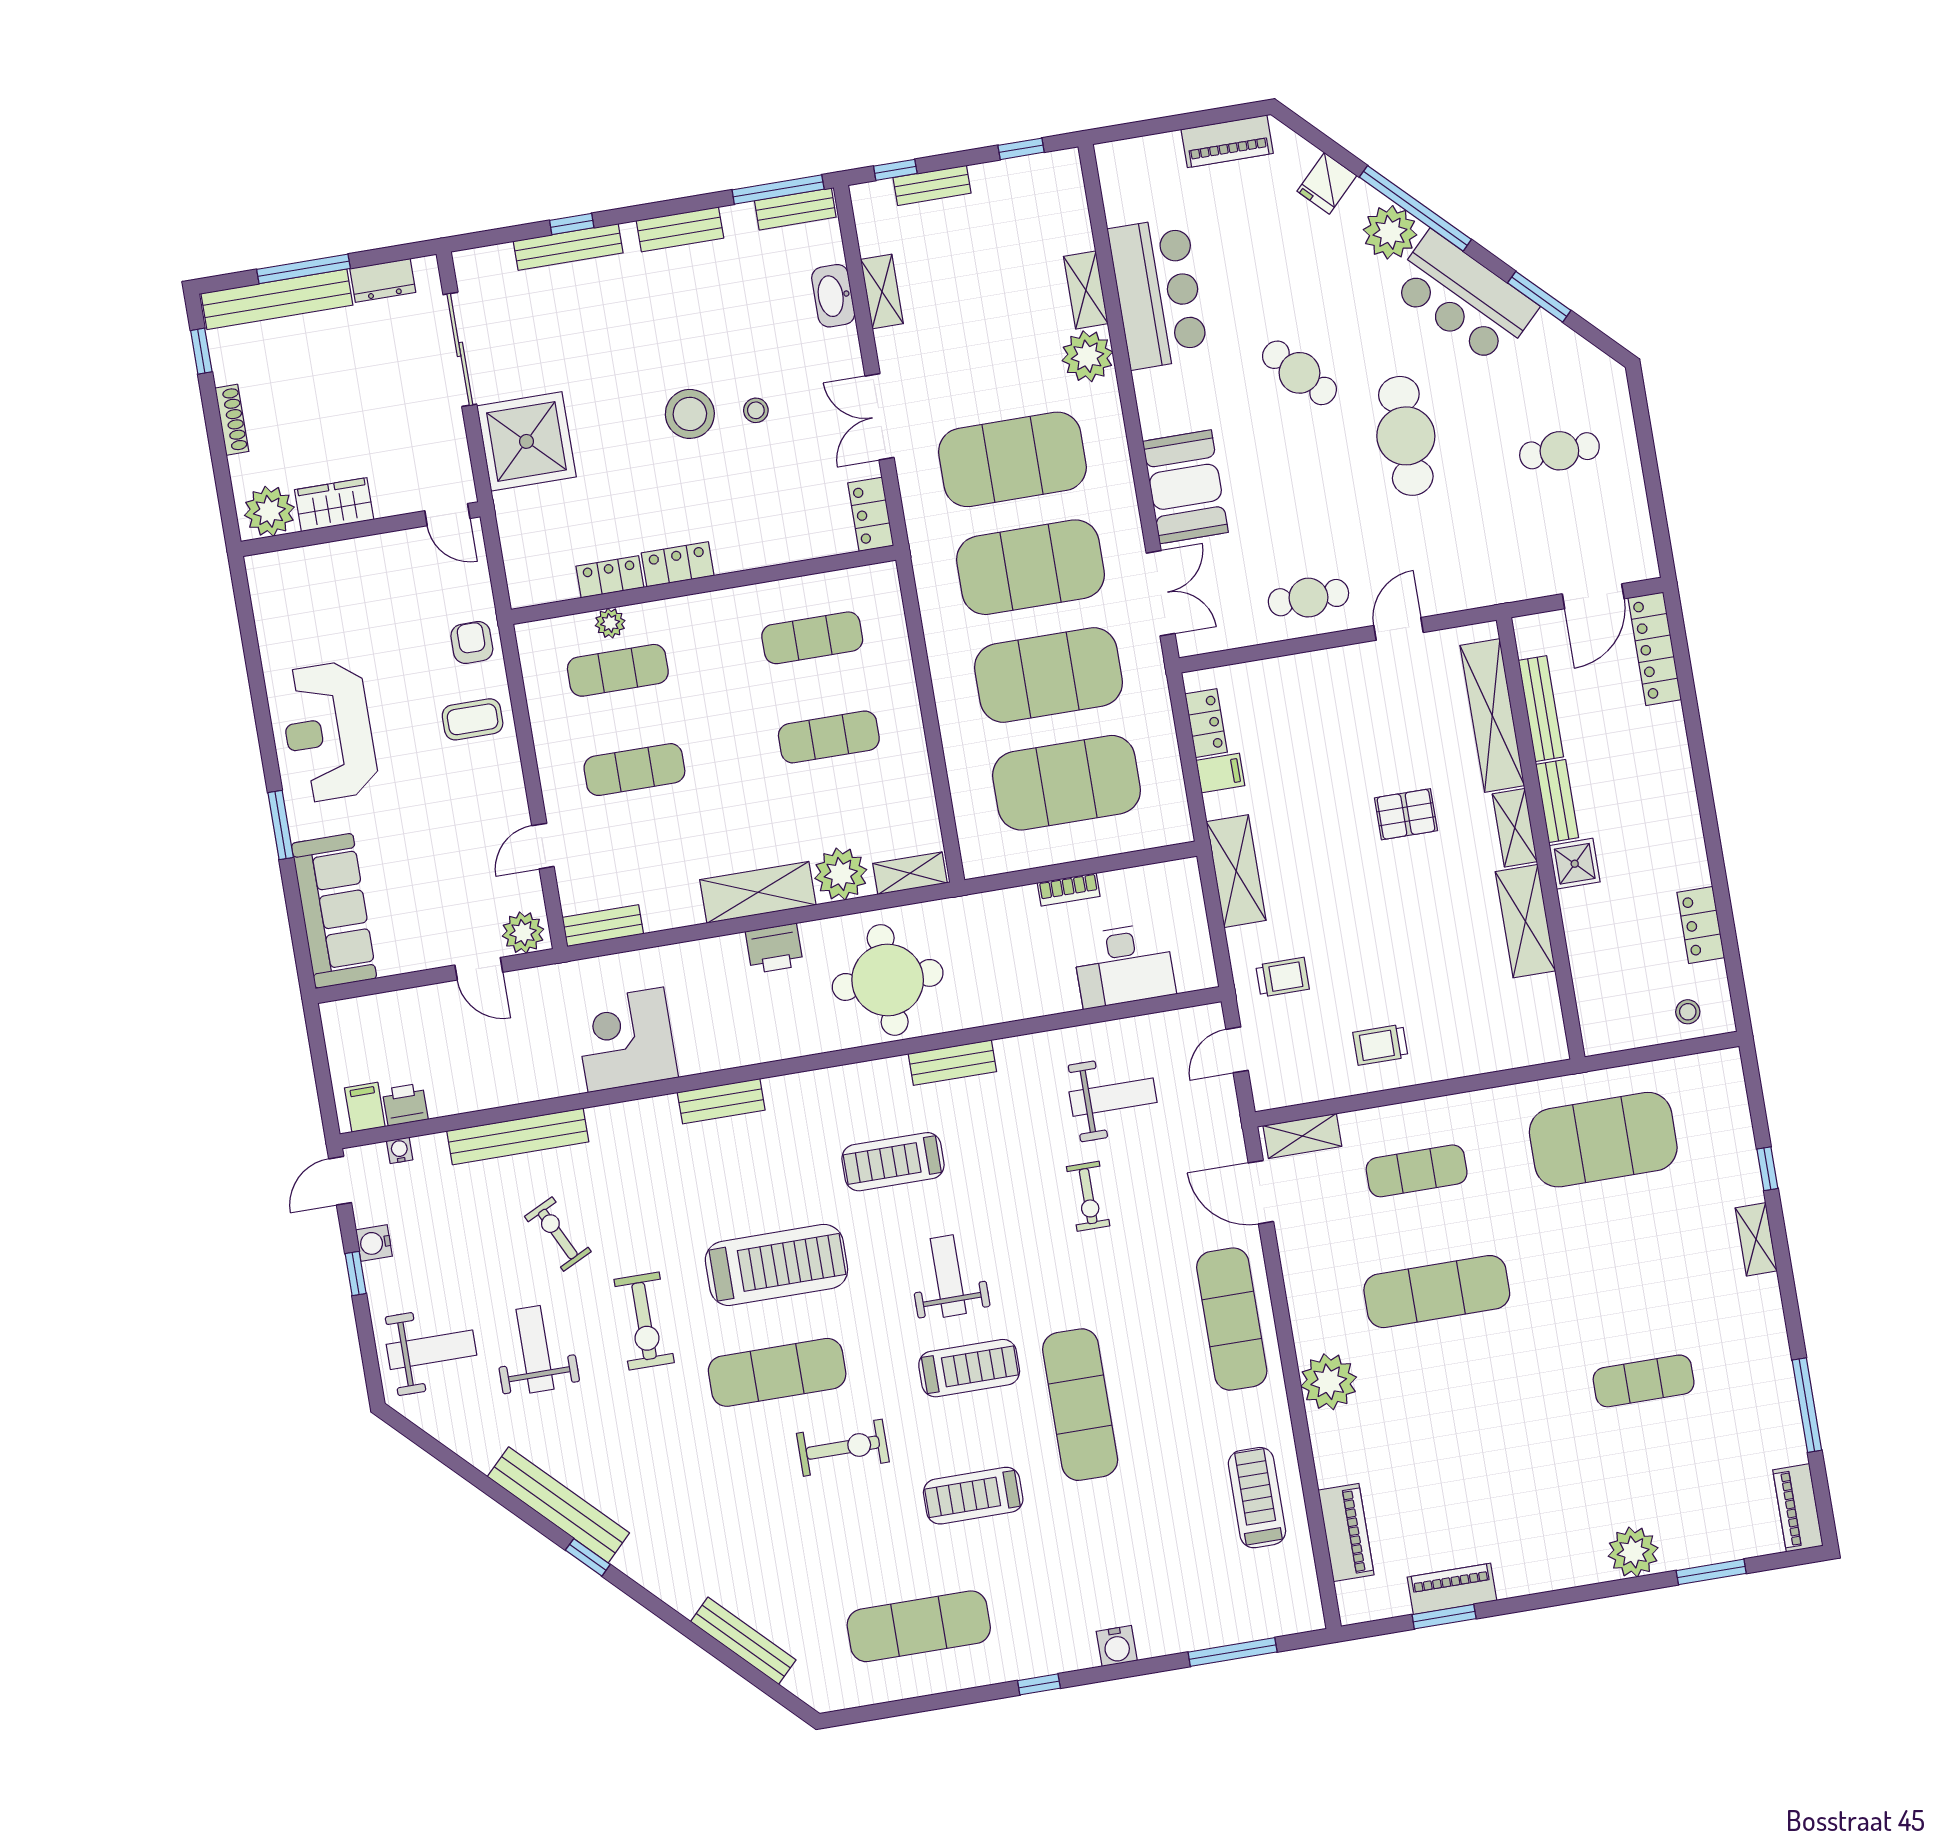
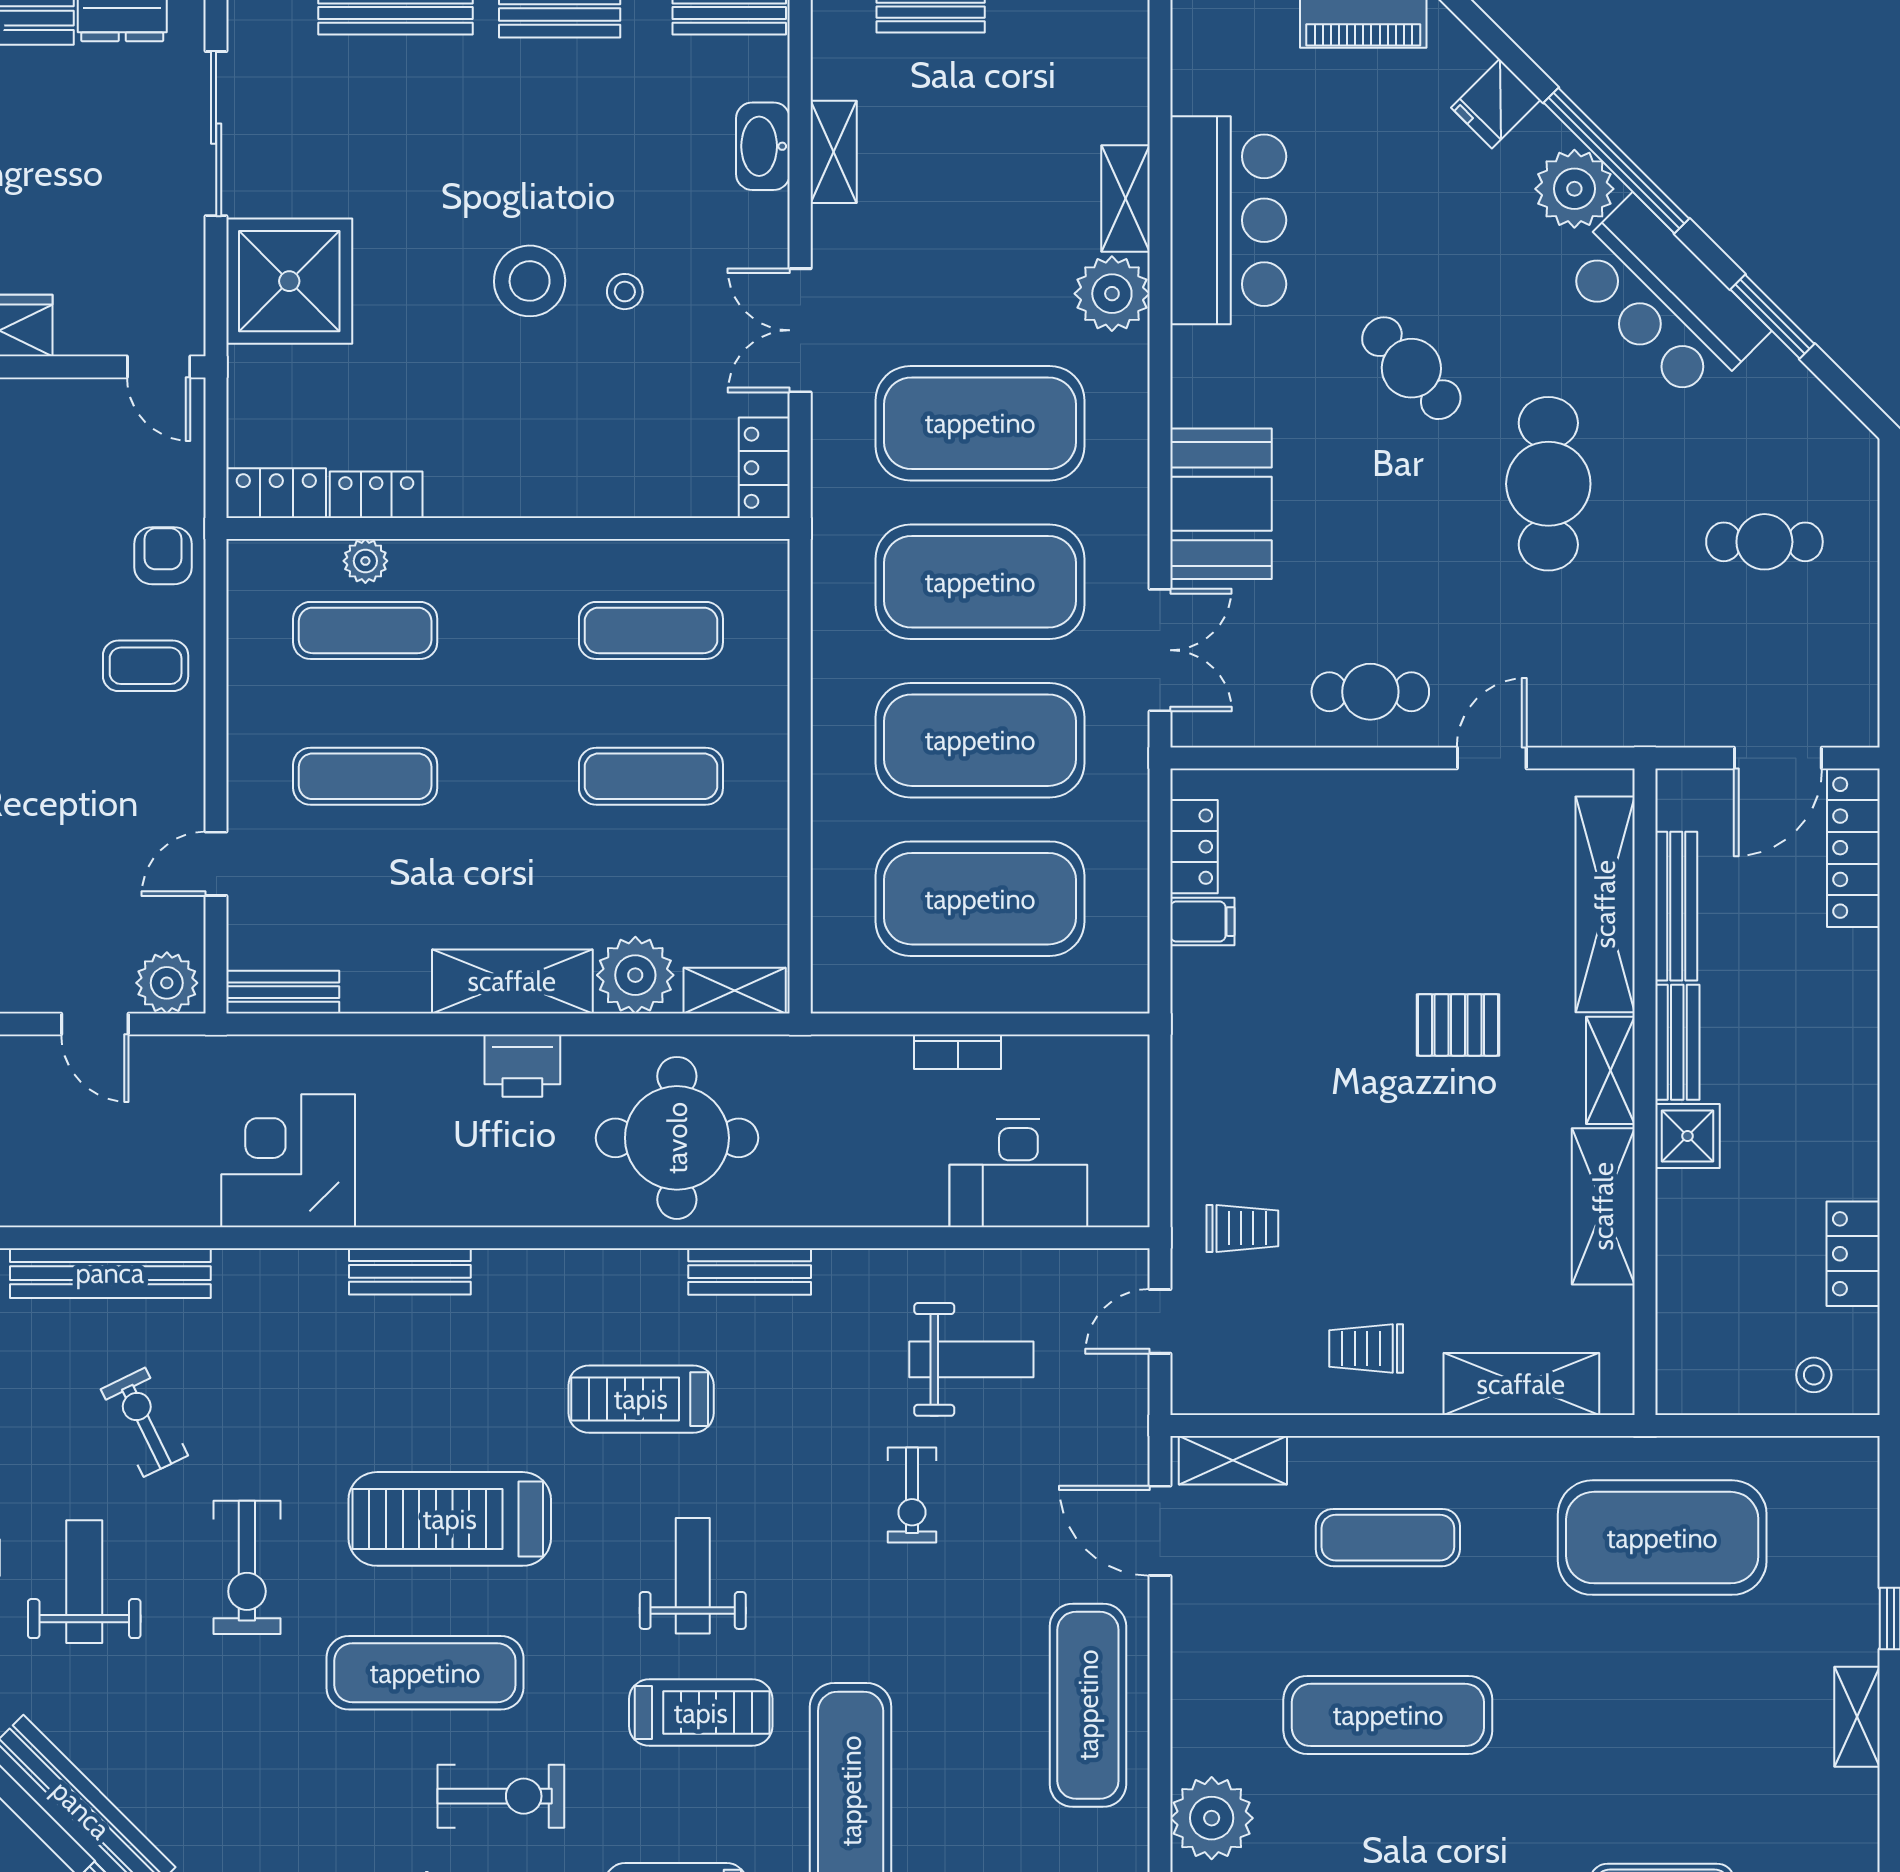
locker: (678, 564) -> (276, 493), moved
shelving: (1236, 871) -> (1521, 1384), moved, turned 90
treadmill: (776, 1265) -> (450, 1519), turned 180

